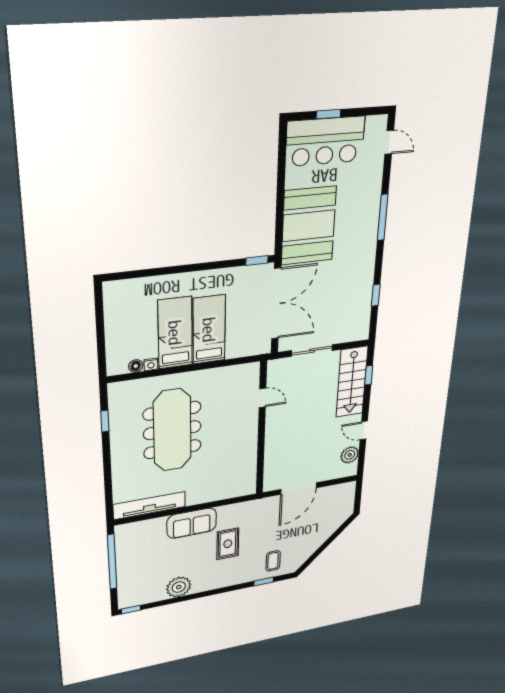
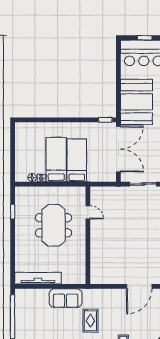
door: (262, 398) -> (88, 212), moved
wall: (261, 429) -> (88, 235), moved
meeting table: (172, 430) -> (54, 225), width x0.73

